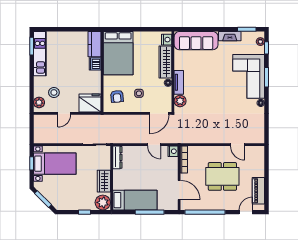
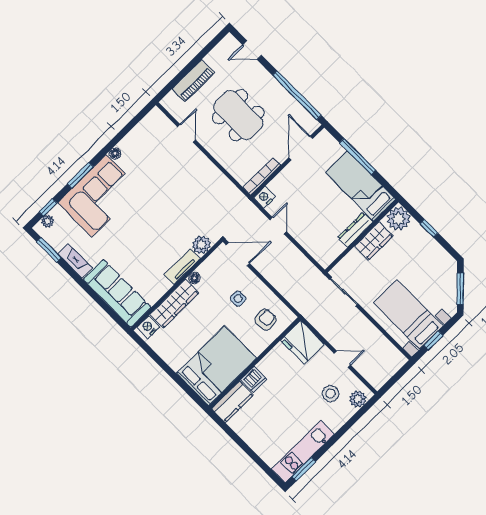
dresser: (117, 157) -> (355, 230), moved
piano: (258, 191) -> (193, 81), moved

